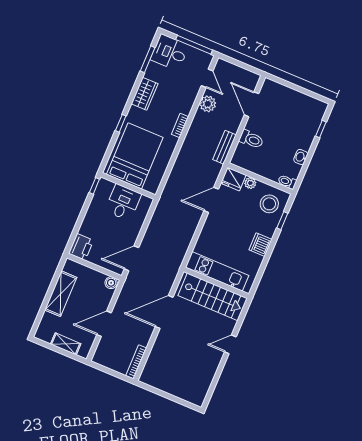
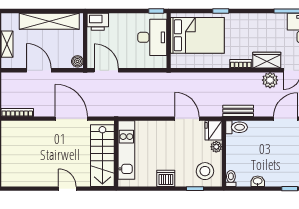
wardrobe: (145, 94) -> (267, 60), moved, turned 180
toilet: (251, 139) -> (237, 127), moved, turned -90
desk: (123, 202) -> (152, 37), width x1.37
shelving: (61, 294) -> (49, 21), width x1.47

